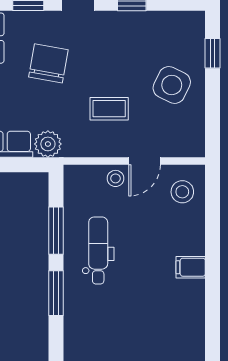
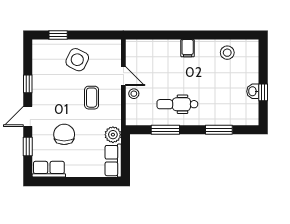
chair: (48, 63) -> (64, 134), turned 80
stool: (182, 192) -> (227, 53), moved
window: (56, 293) -> (219, 130), moved

